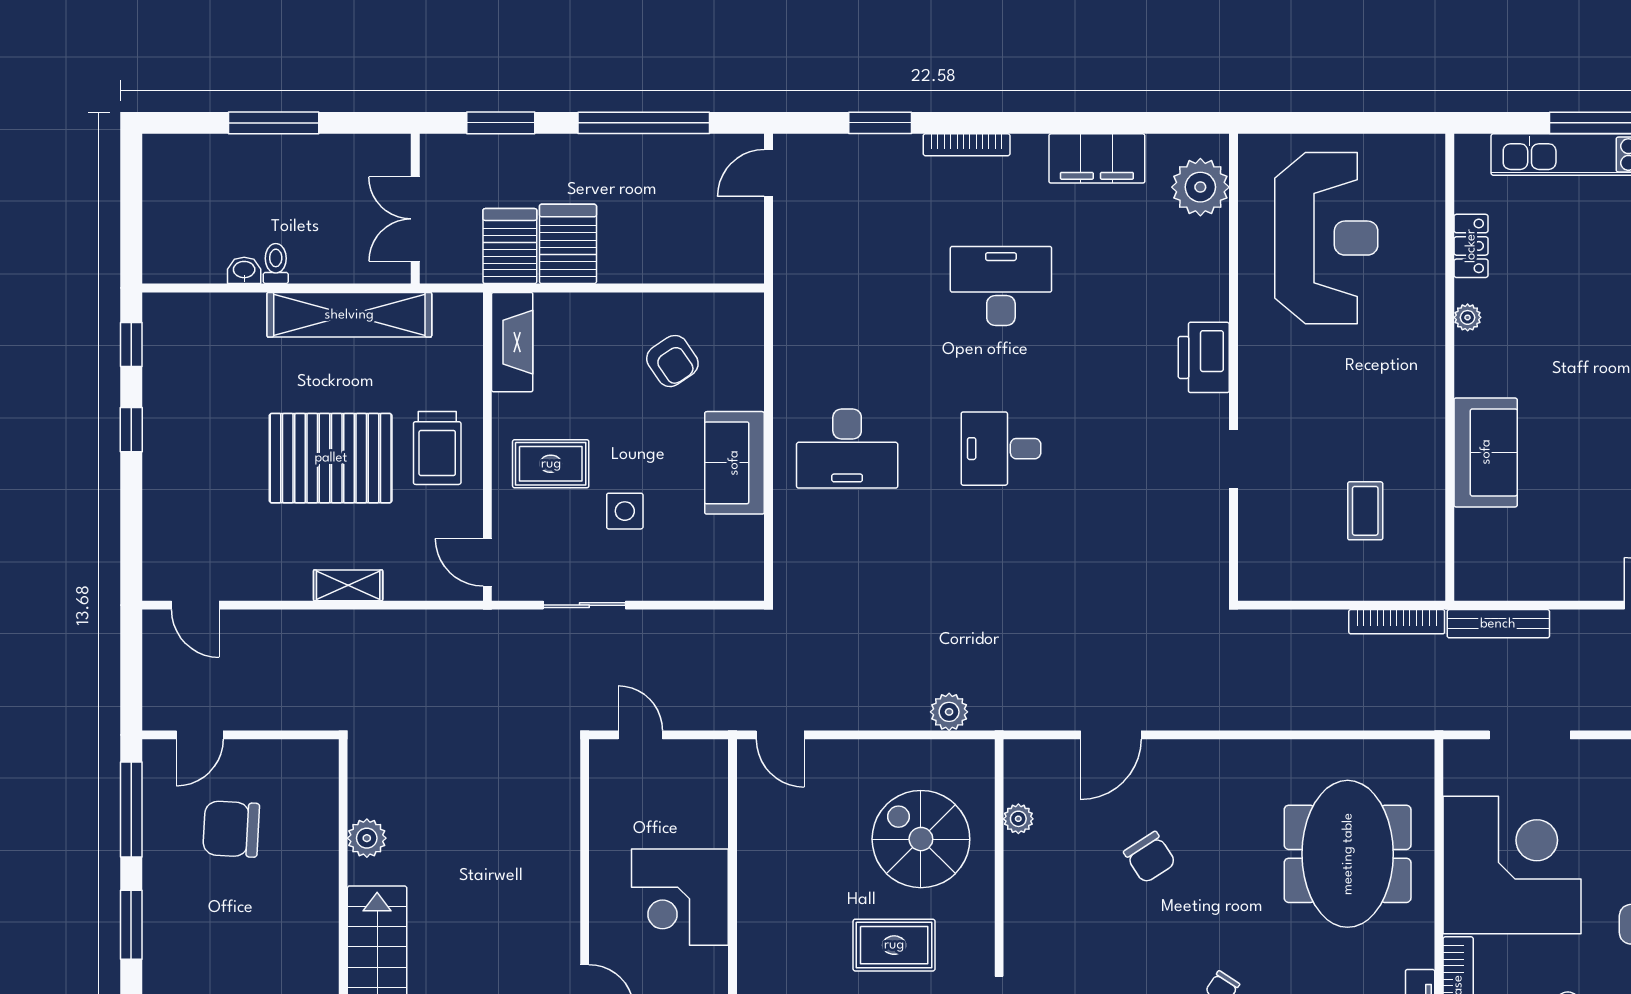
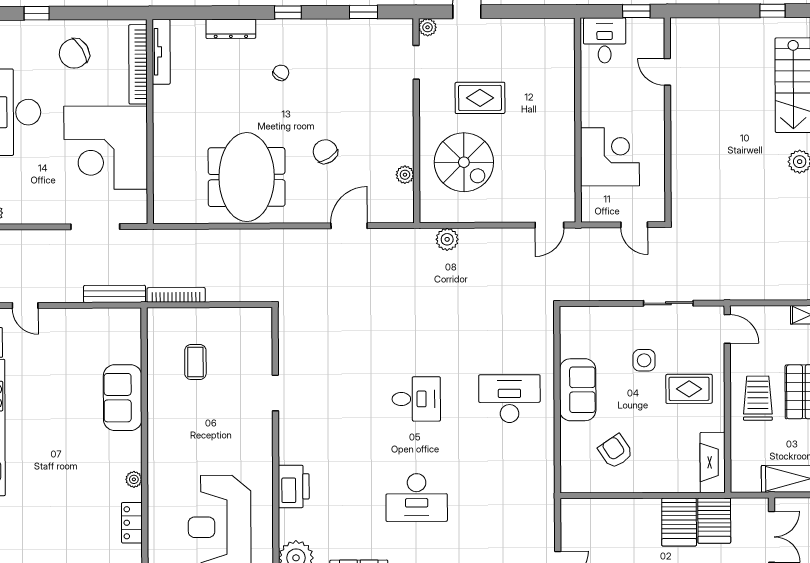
printer: (1204, 357) -> (294, 486), moved
door: (780, 735) -> (549, 225), swing flipped
meeting table: (1348, 854) -> (247, 177), moved
corner desk: (680, 897) -> (610, 157), moved

